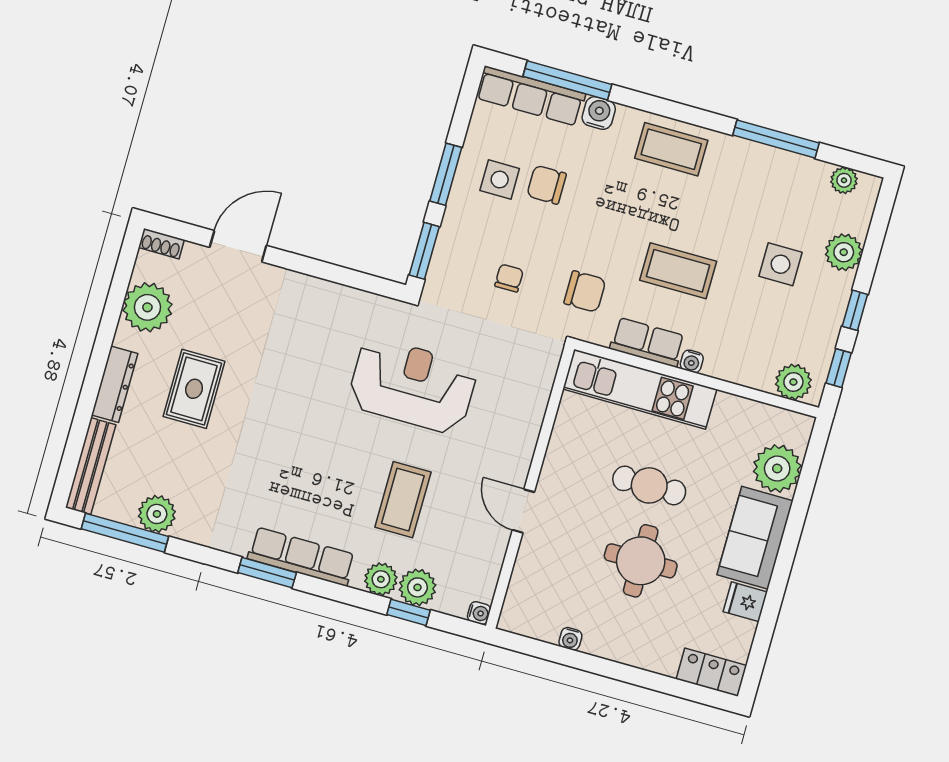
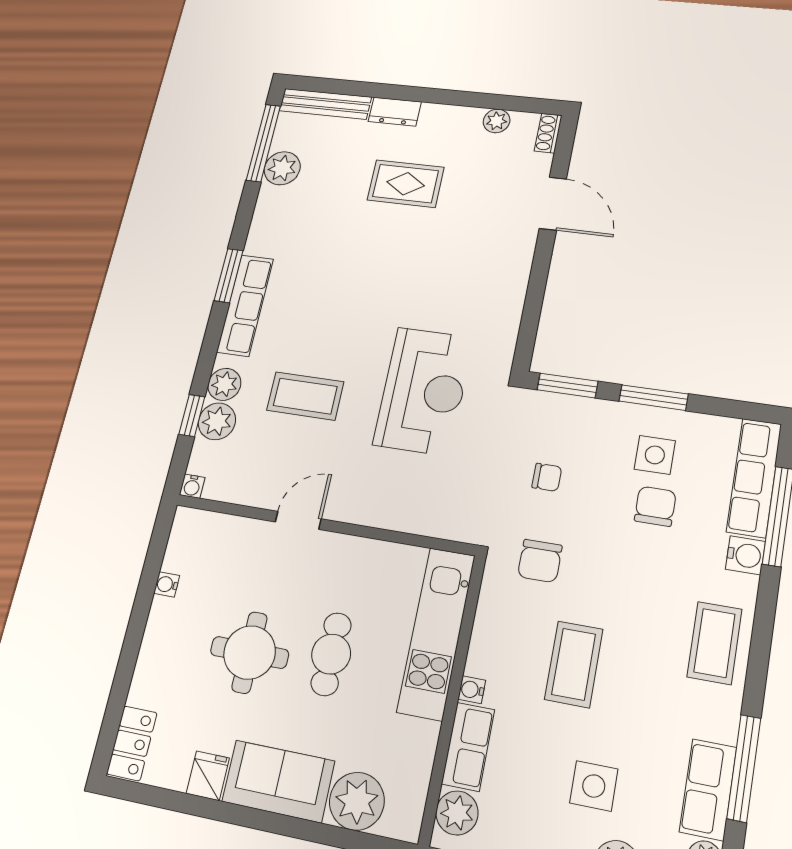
row of seats: (791, 170) -> (708, 789), added
plant: (147, 307) -> (497, 121), width x0.53, depth x0.53
row of seats: (647, 342) -> (468, 747), moved
dresser: (115, 384) -> (395, 112), width x0.70

